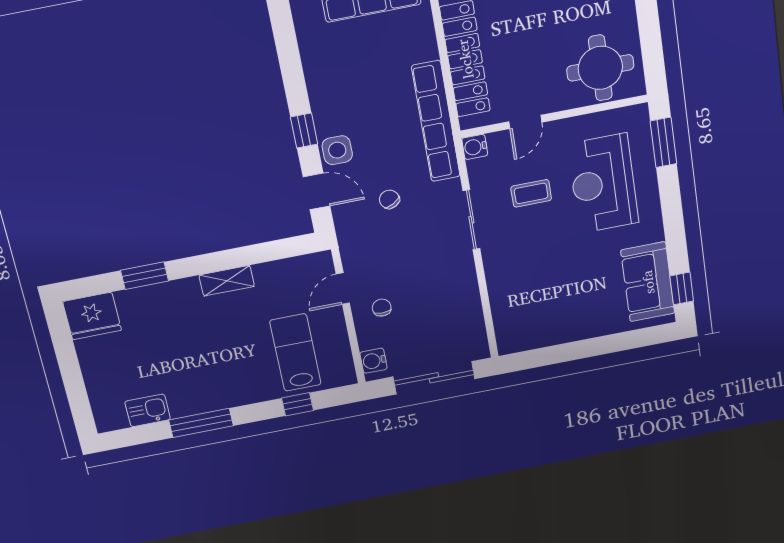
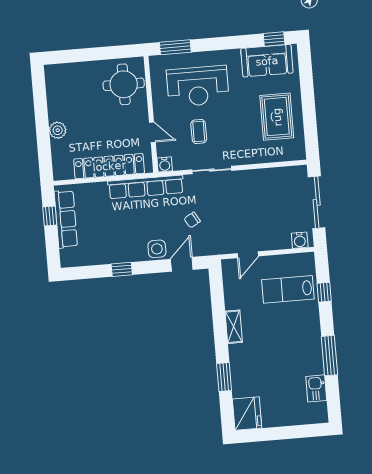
window: (304, 131) -> (122, 269), moved
door: (343, 289) -> (248, 255), hinge flipped
rug: (562, 306) -> (277, 117), added
chair: (382, 308) -> (264, 232), removed

